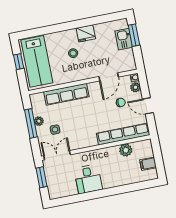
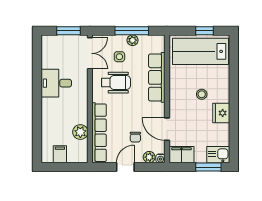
kitchen sink: (124, 39) -> (218, 155), moved
filing cabinet: (128, 60) -> (181, 155), added
wheelchair: (78, 128) -> (116, 83), added

